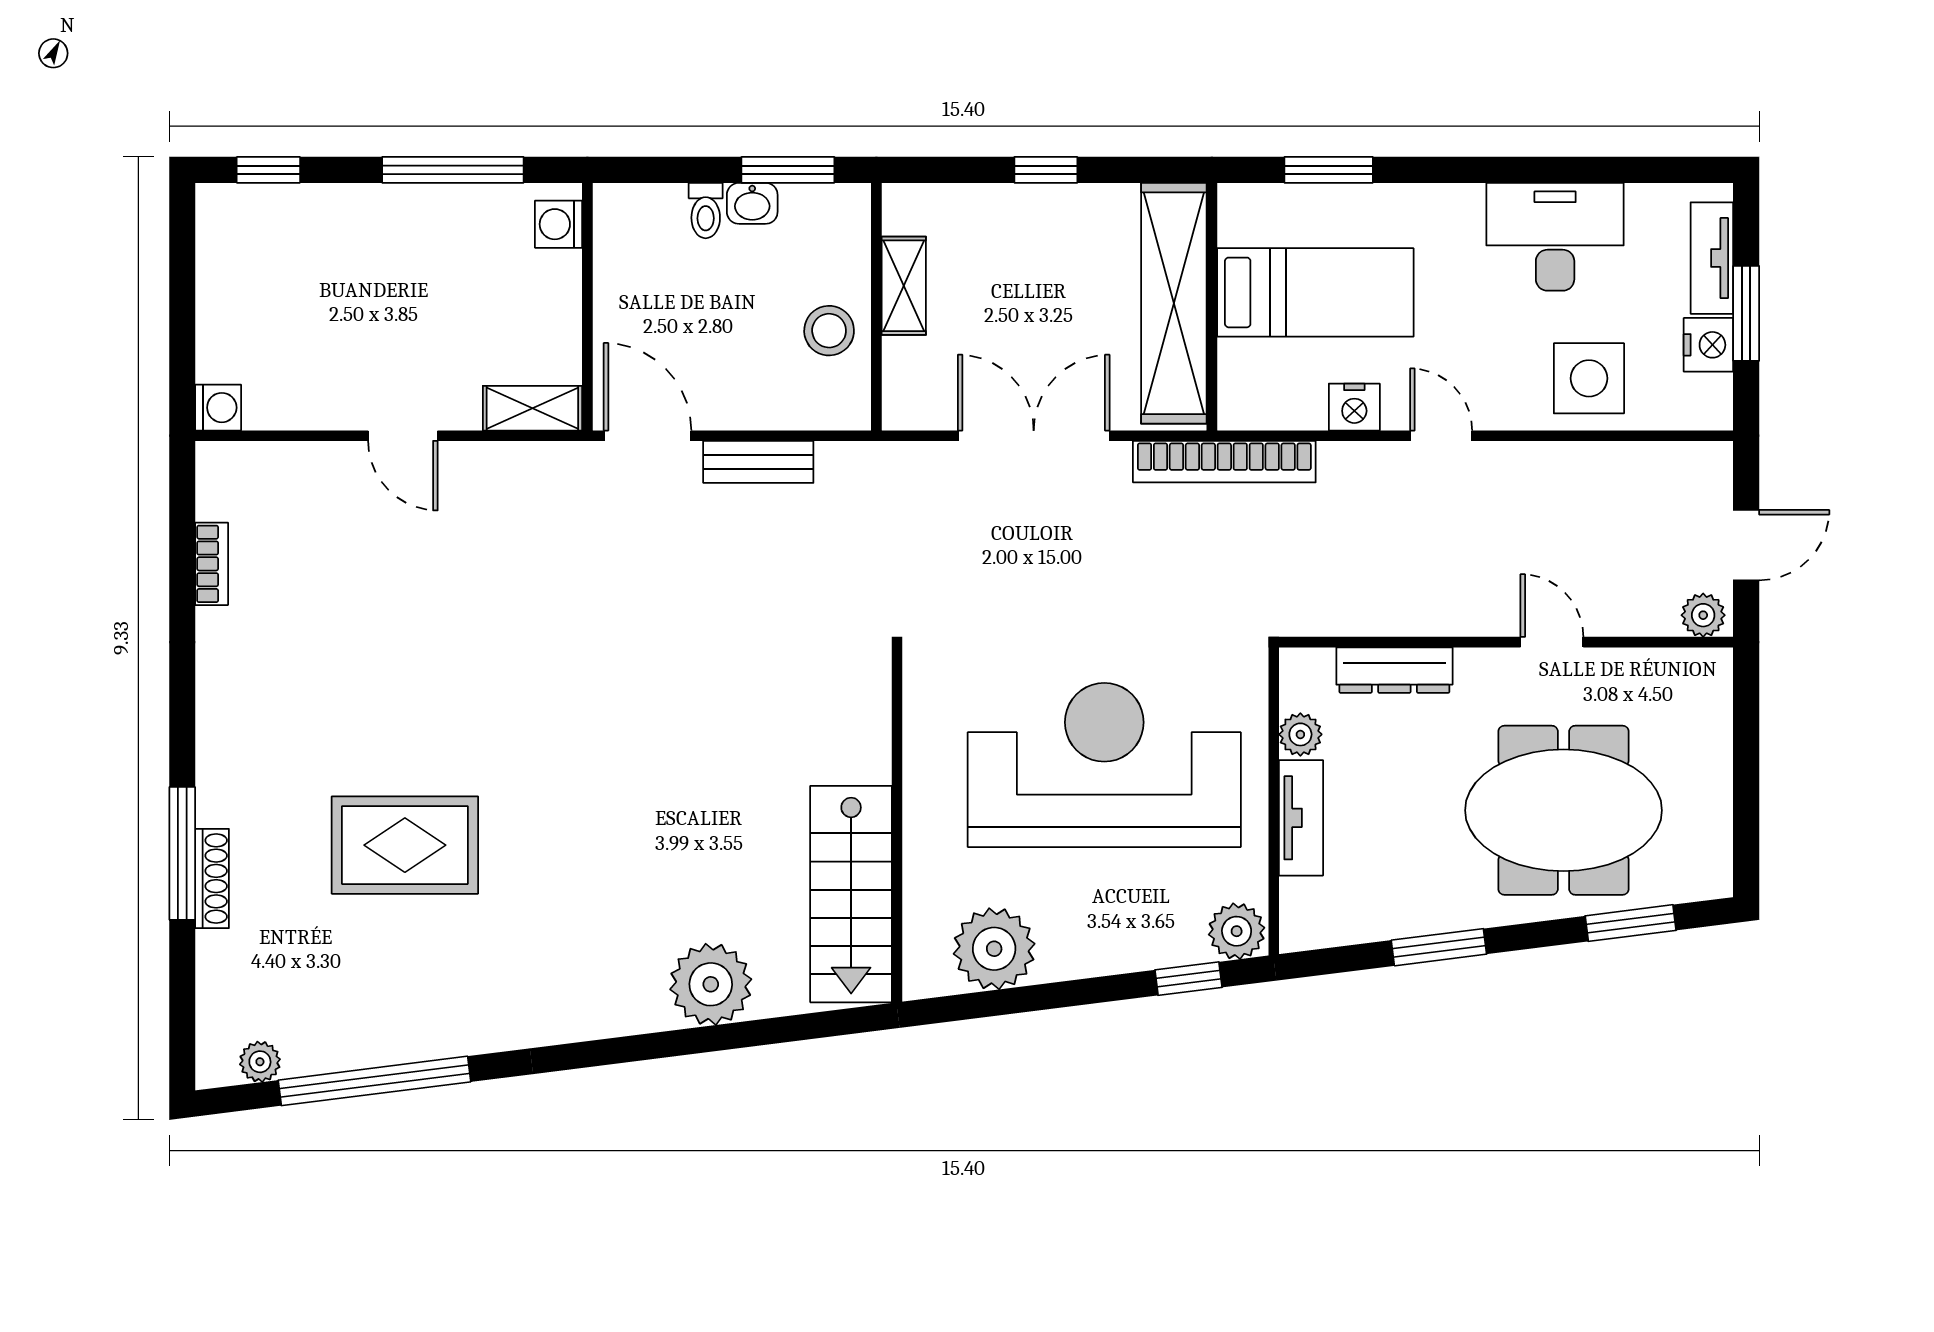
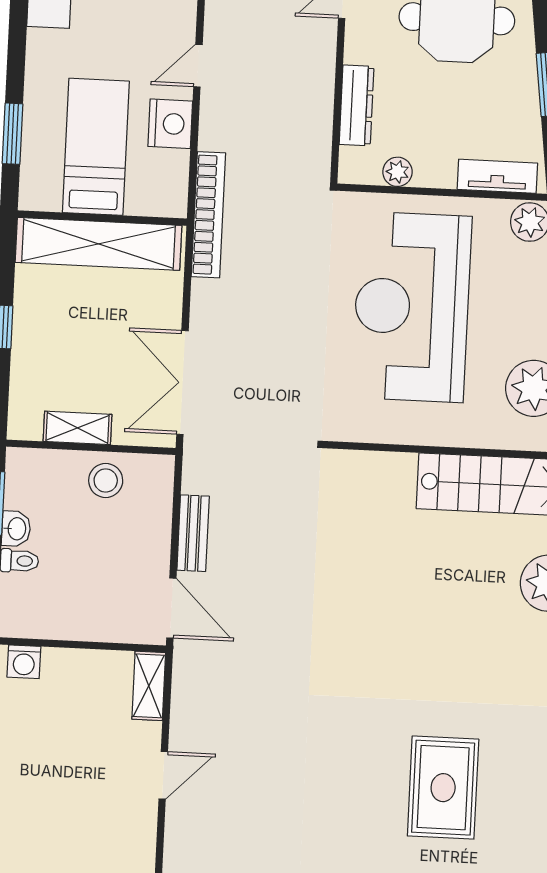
nightstand: (1354, 407) -> (170, 124), width x1.36, depth x1.33
door: (647, 436) -> (171, 608), swing flipped
double door: (1034, 436) -> (182, 383), moved
tv unit: (1301, 818) -> (497, 176), moved

